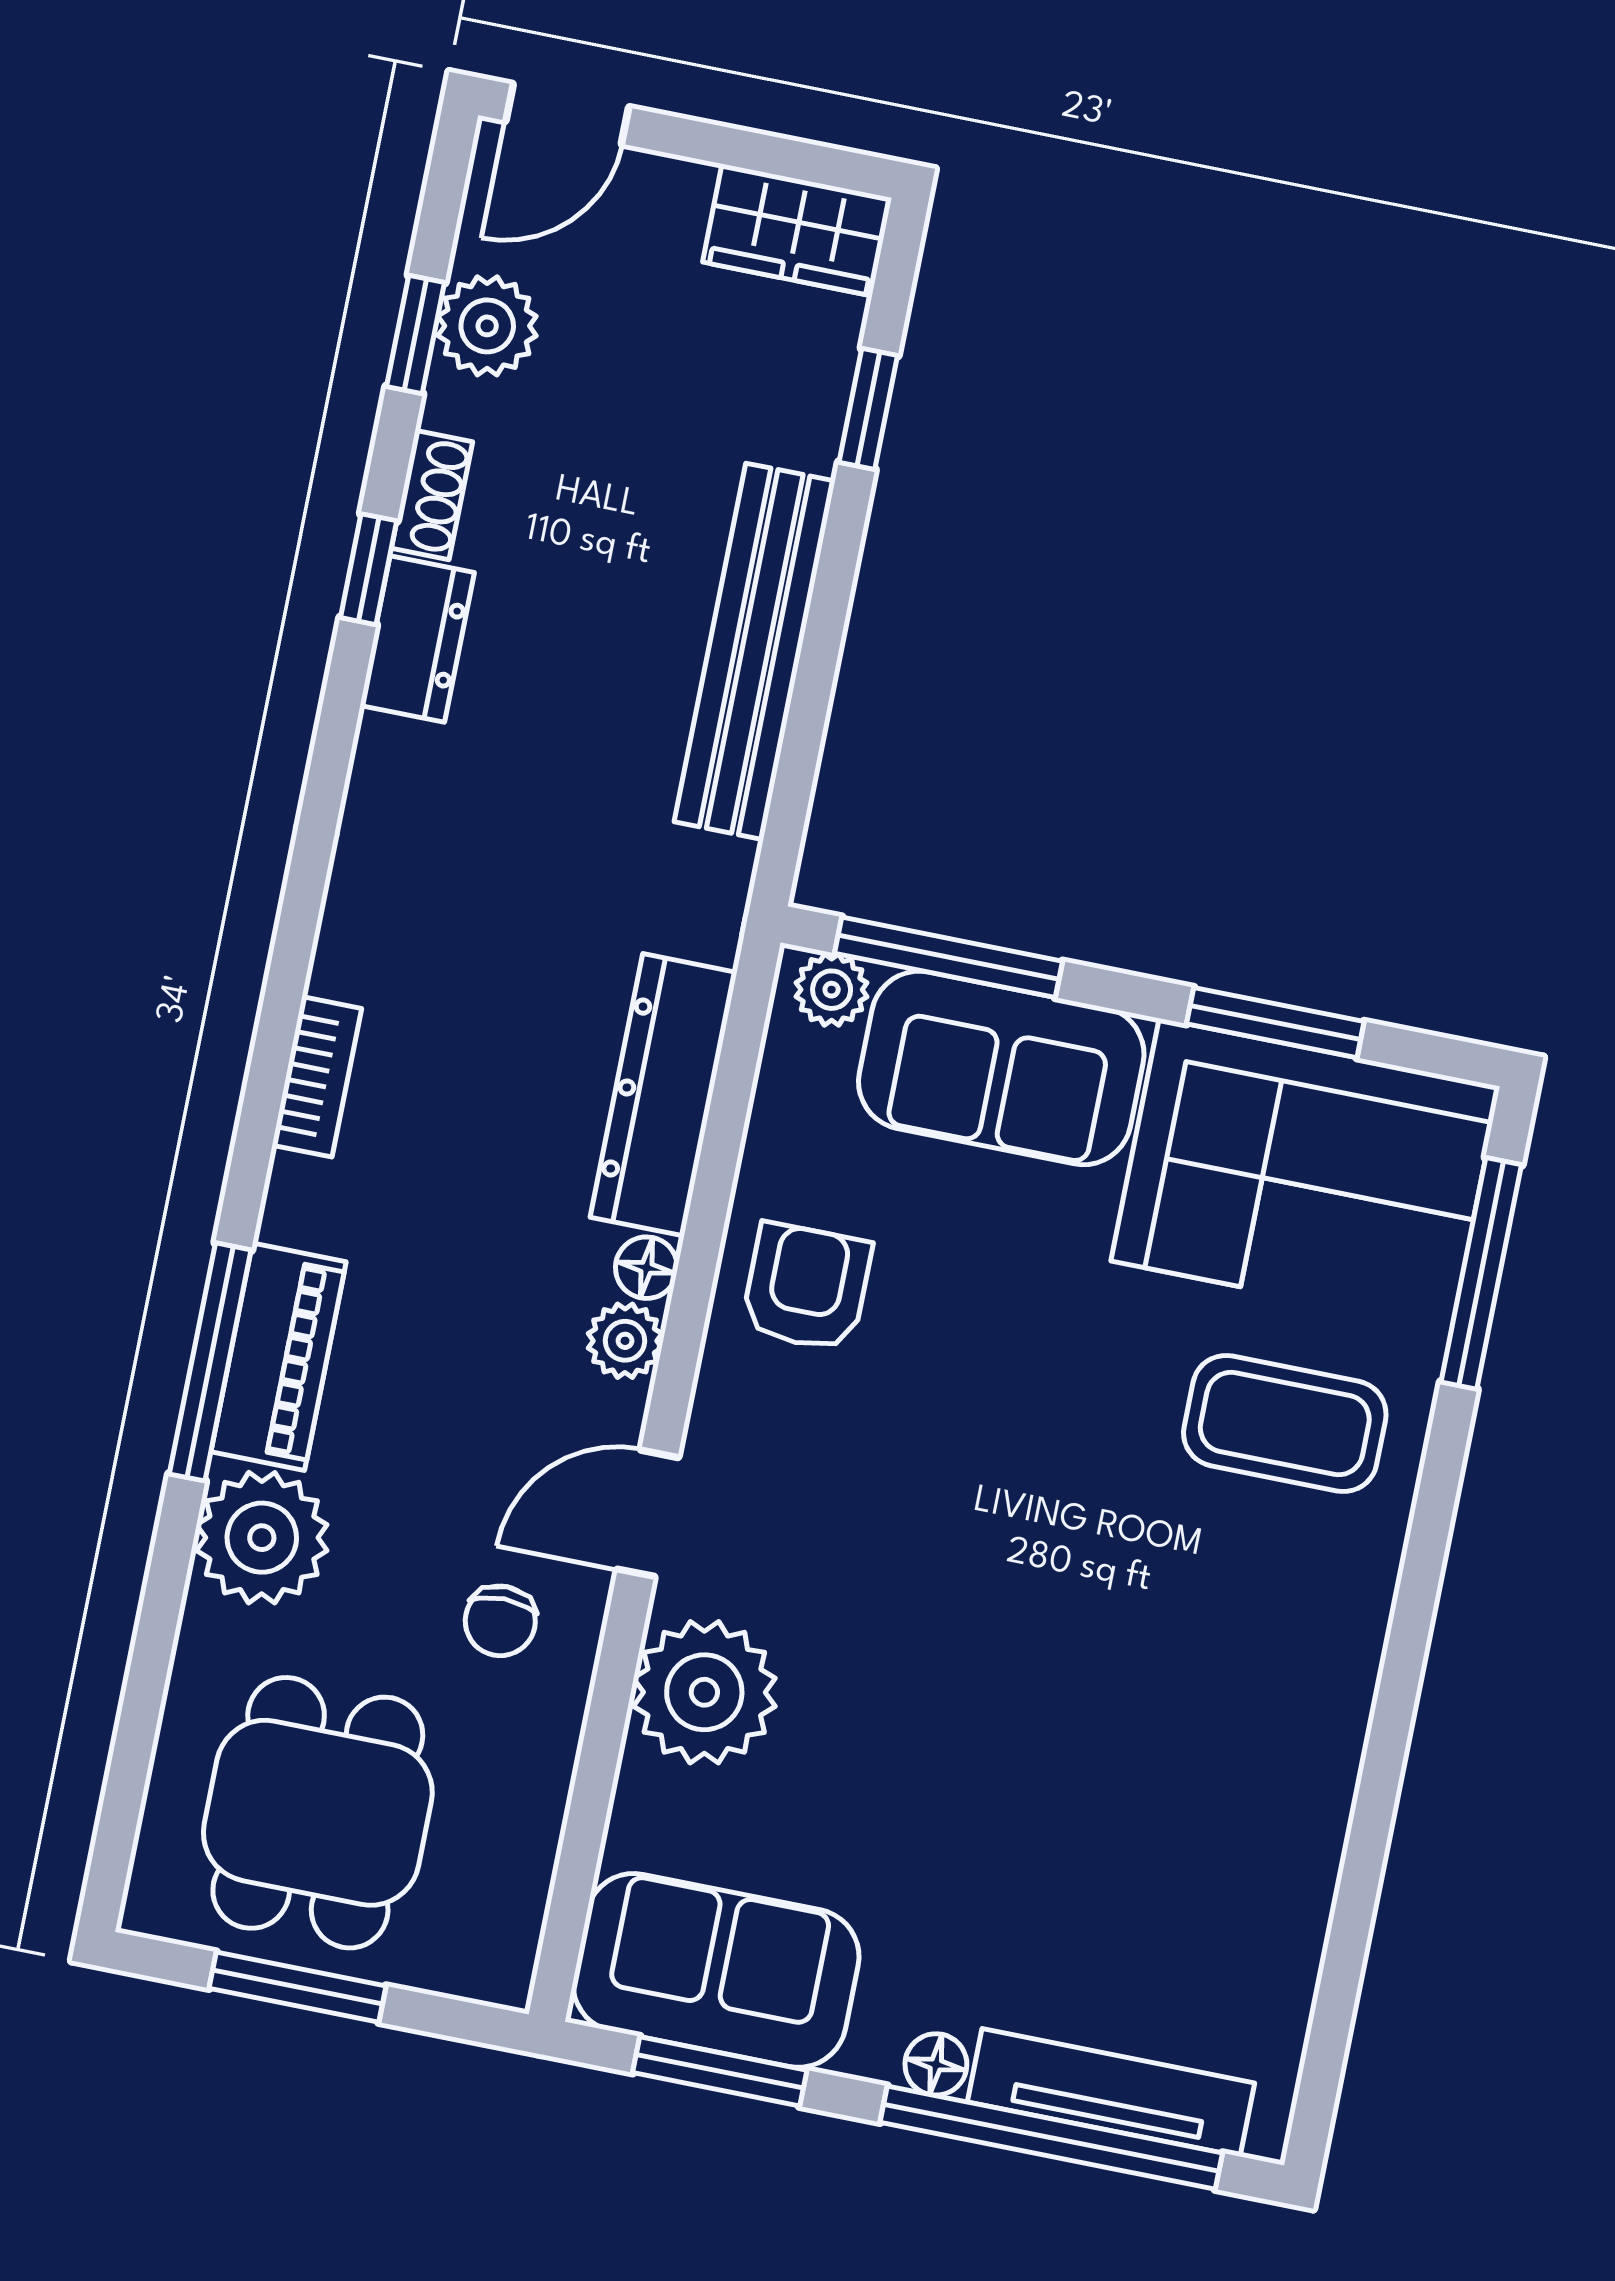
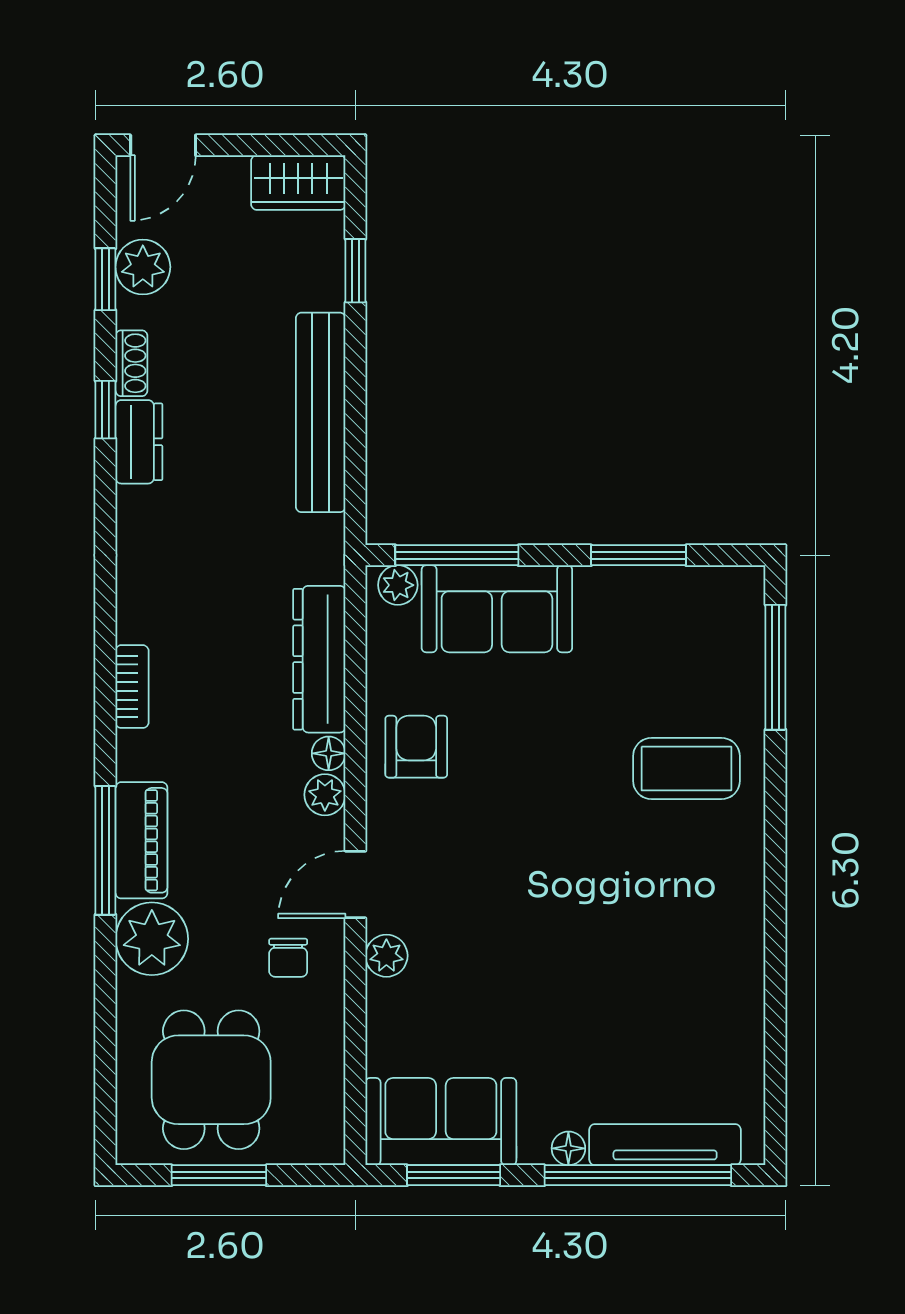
corner sofa: (1305, 1174) -> (671, 633), removed
plant: (704, 1692) -> (386, 956), width x0.53, depth x0.53

